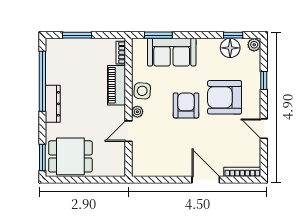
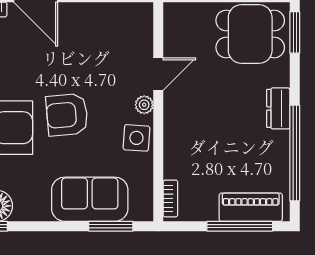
window: (77, 35) -> (240, 226), width x1.44
piano: (116, 85) -> (251, 207), moved, turned -90
dresser: (53, 104) -> (278, 108), width x0.70
armchair: (186, 105) -> (67, 115), turned 85

